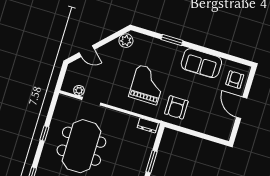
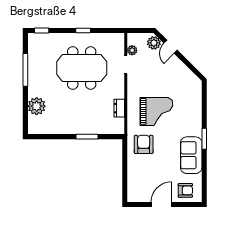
window: (172, 40) -> (204, 139), moved
plant: (126, 41) -> (154, 43), moved
armchair: (176, 107) -> (144, 144), turned 90
dresser: (148, 125) -> (119, 108), moved

